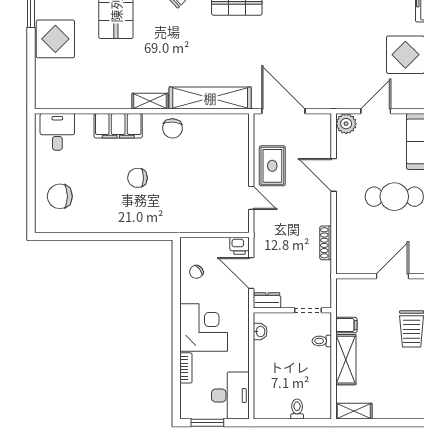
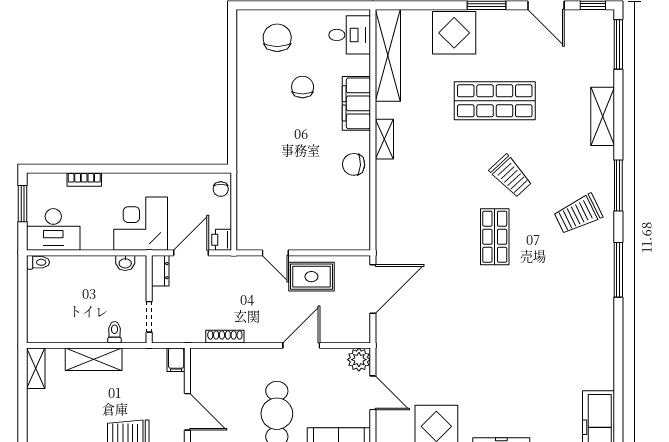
shelving: (210, 98) -> (388, 55), moved
chair: (137, 178) -> (303, 87), moved
door: (251, 198) -> (275, 253), hinge flipped
chair: (196, 272) -> (221, 189), moved, turned -141
filing cabinet: (346, 325) -> (176, 360), moved
corner desk: (204, 328) -> (141, 224), moved, turned 180
toilet: (297, 409) -> (38, 262), moved

